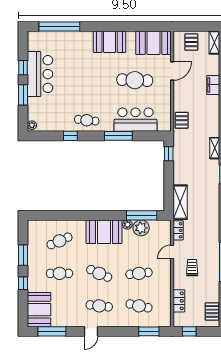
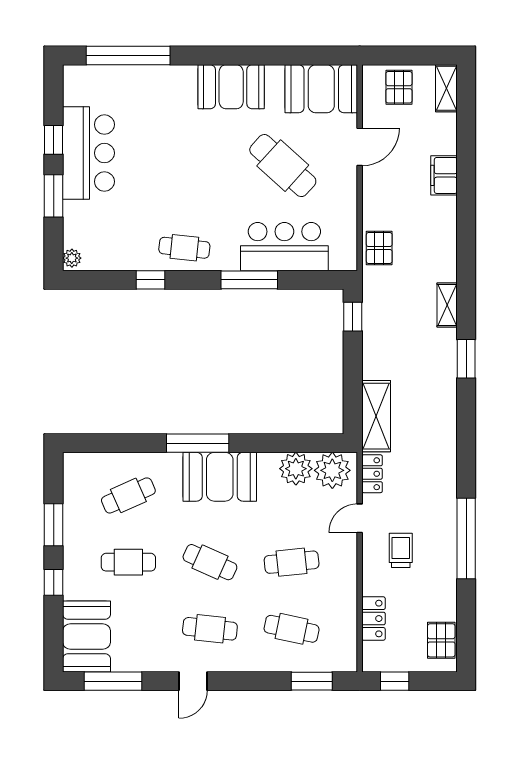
cafe table: (135, 80) -> (283, 166), turned 40
window: (142, 215) -> (198, 443), moved
plant: (127, 225) -> (332, 470), moved, width x1.87, depth x1.87

